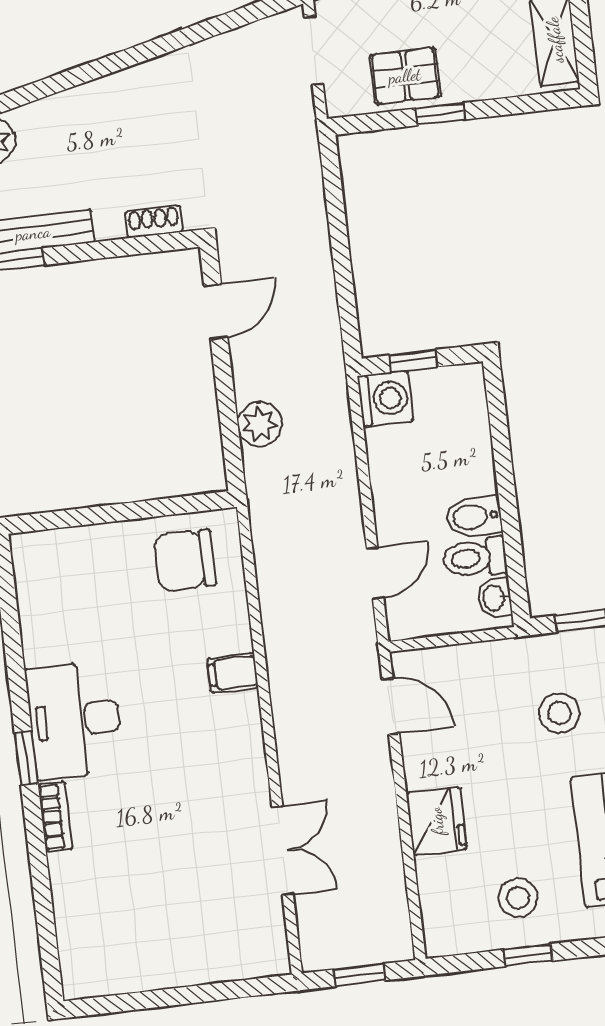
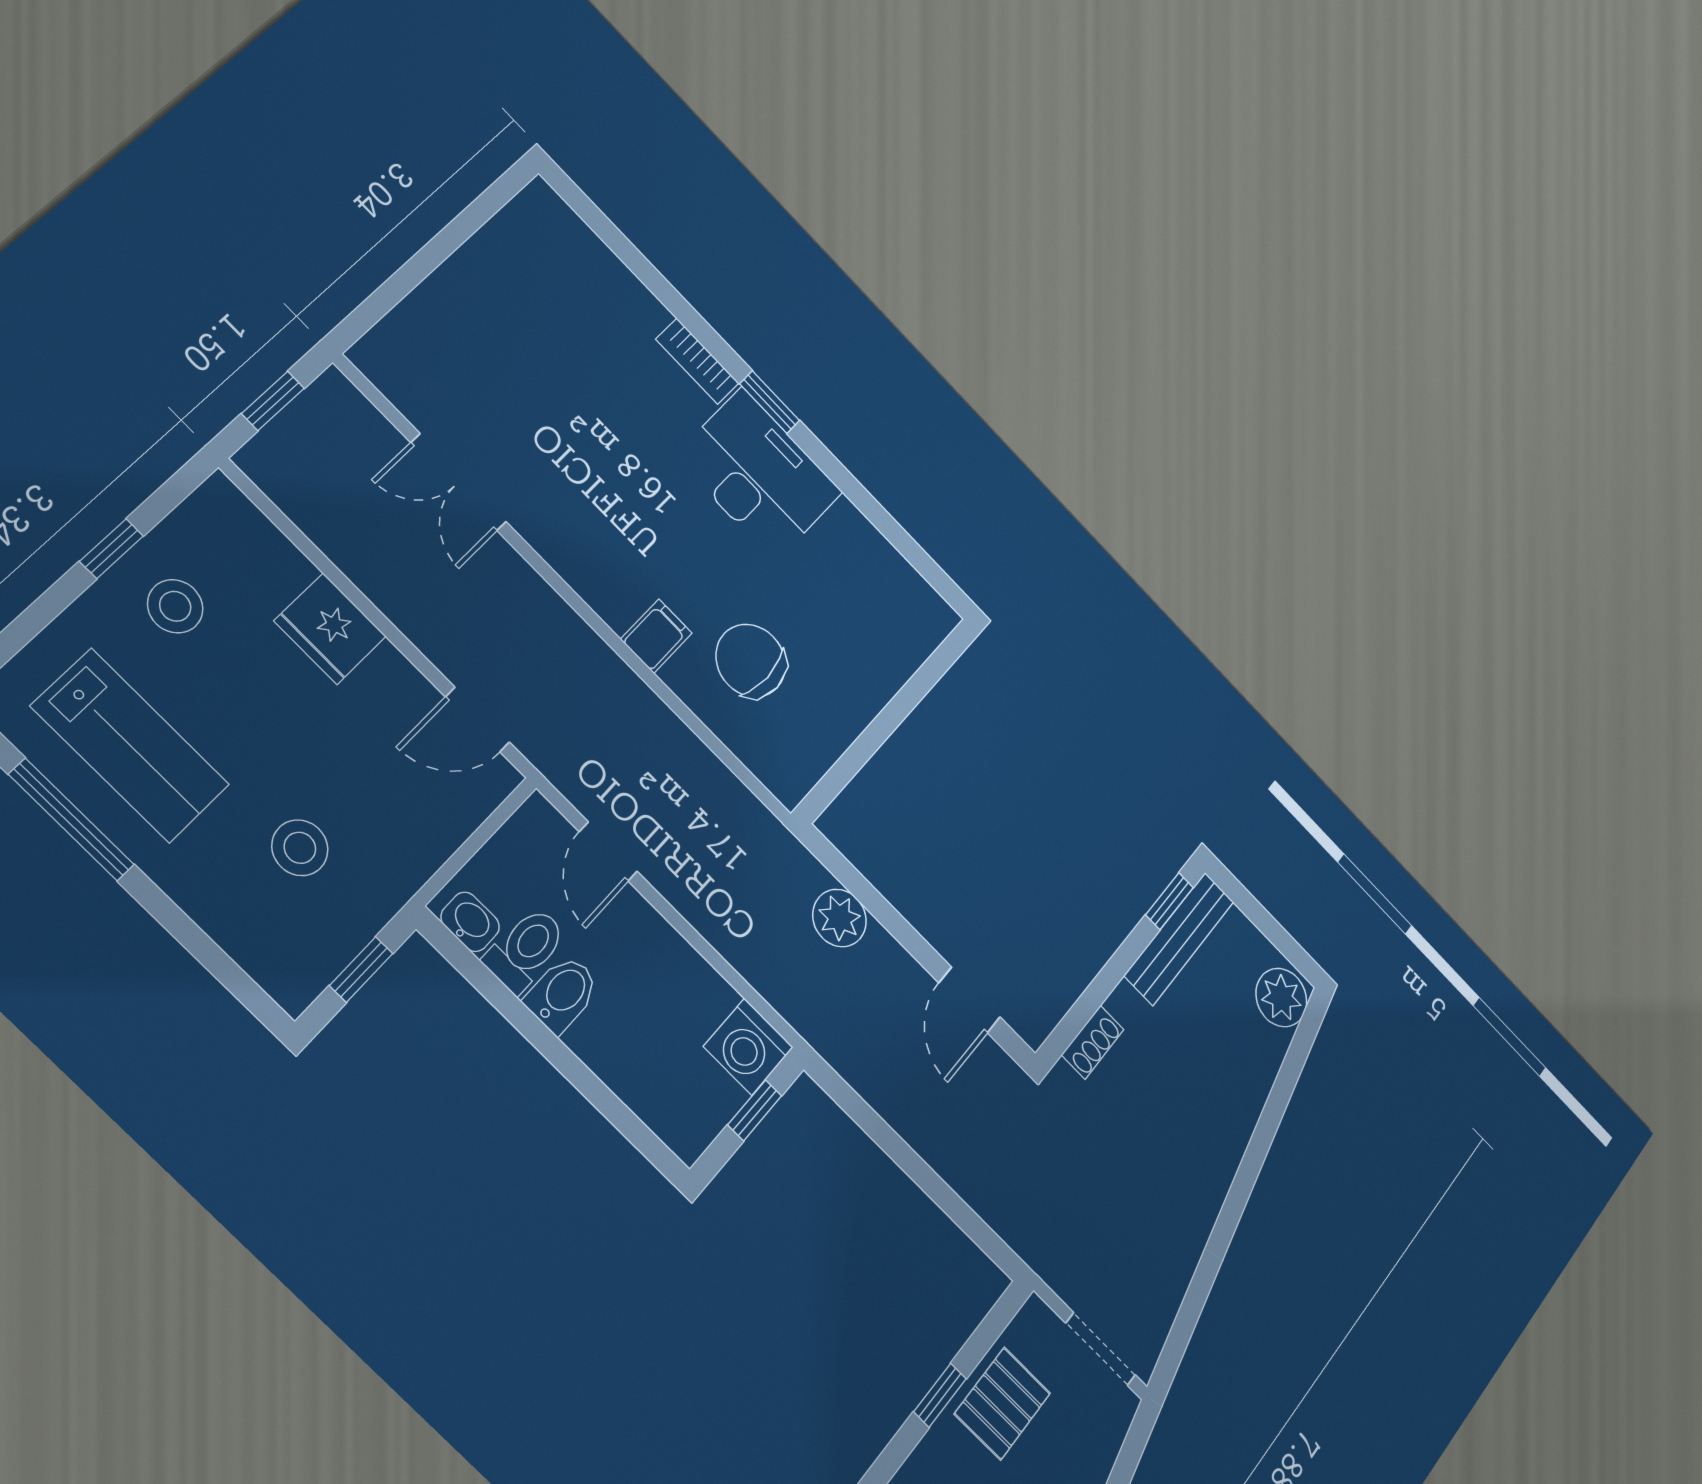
chair: (185, 560) -> (751, 661), moved, turned -90

